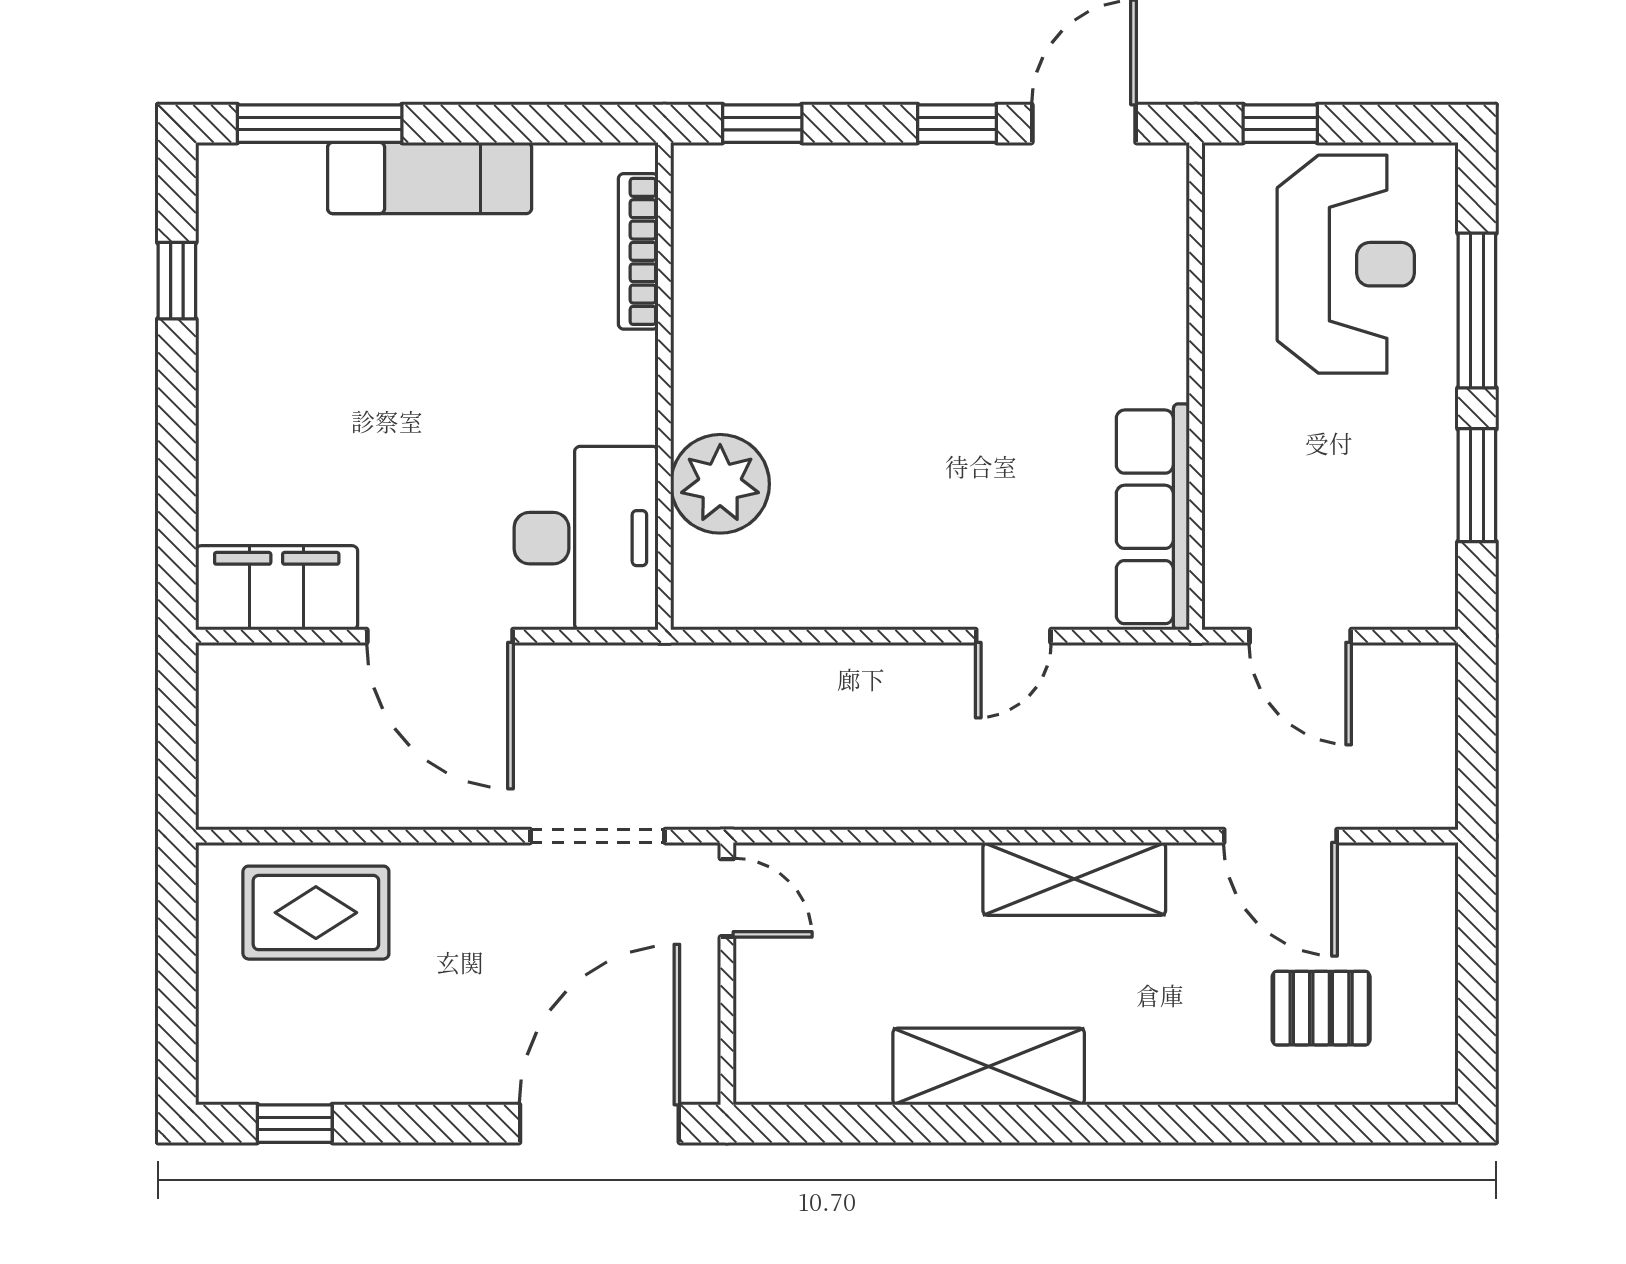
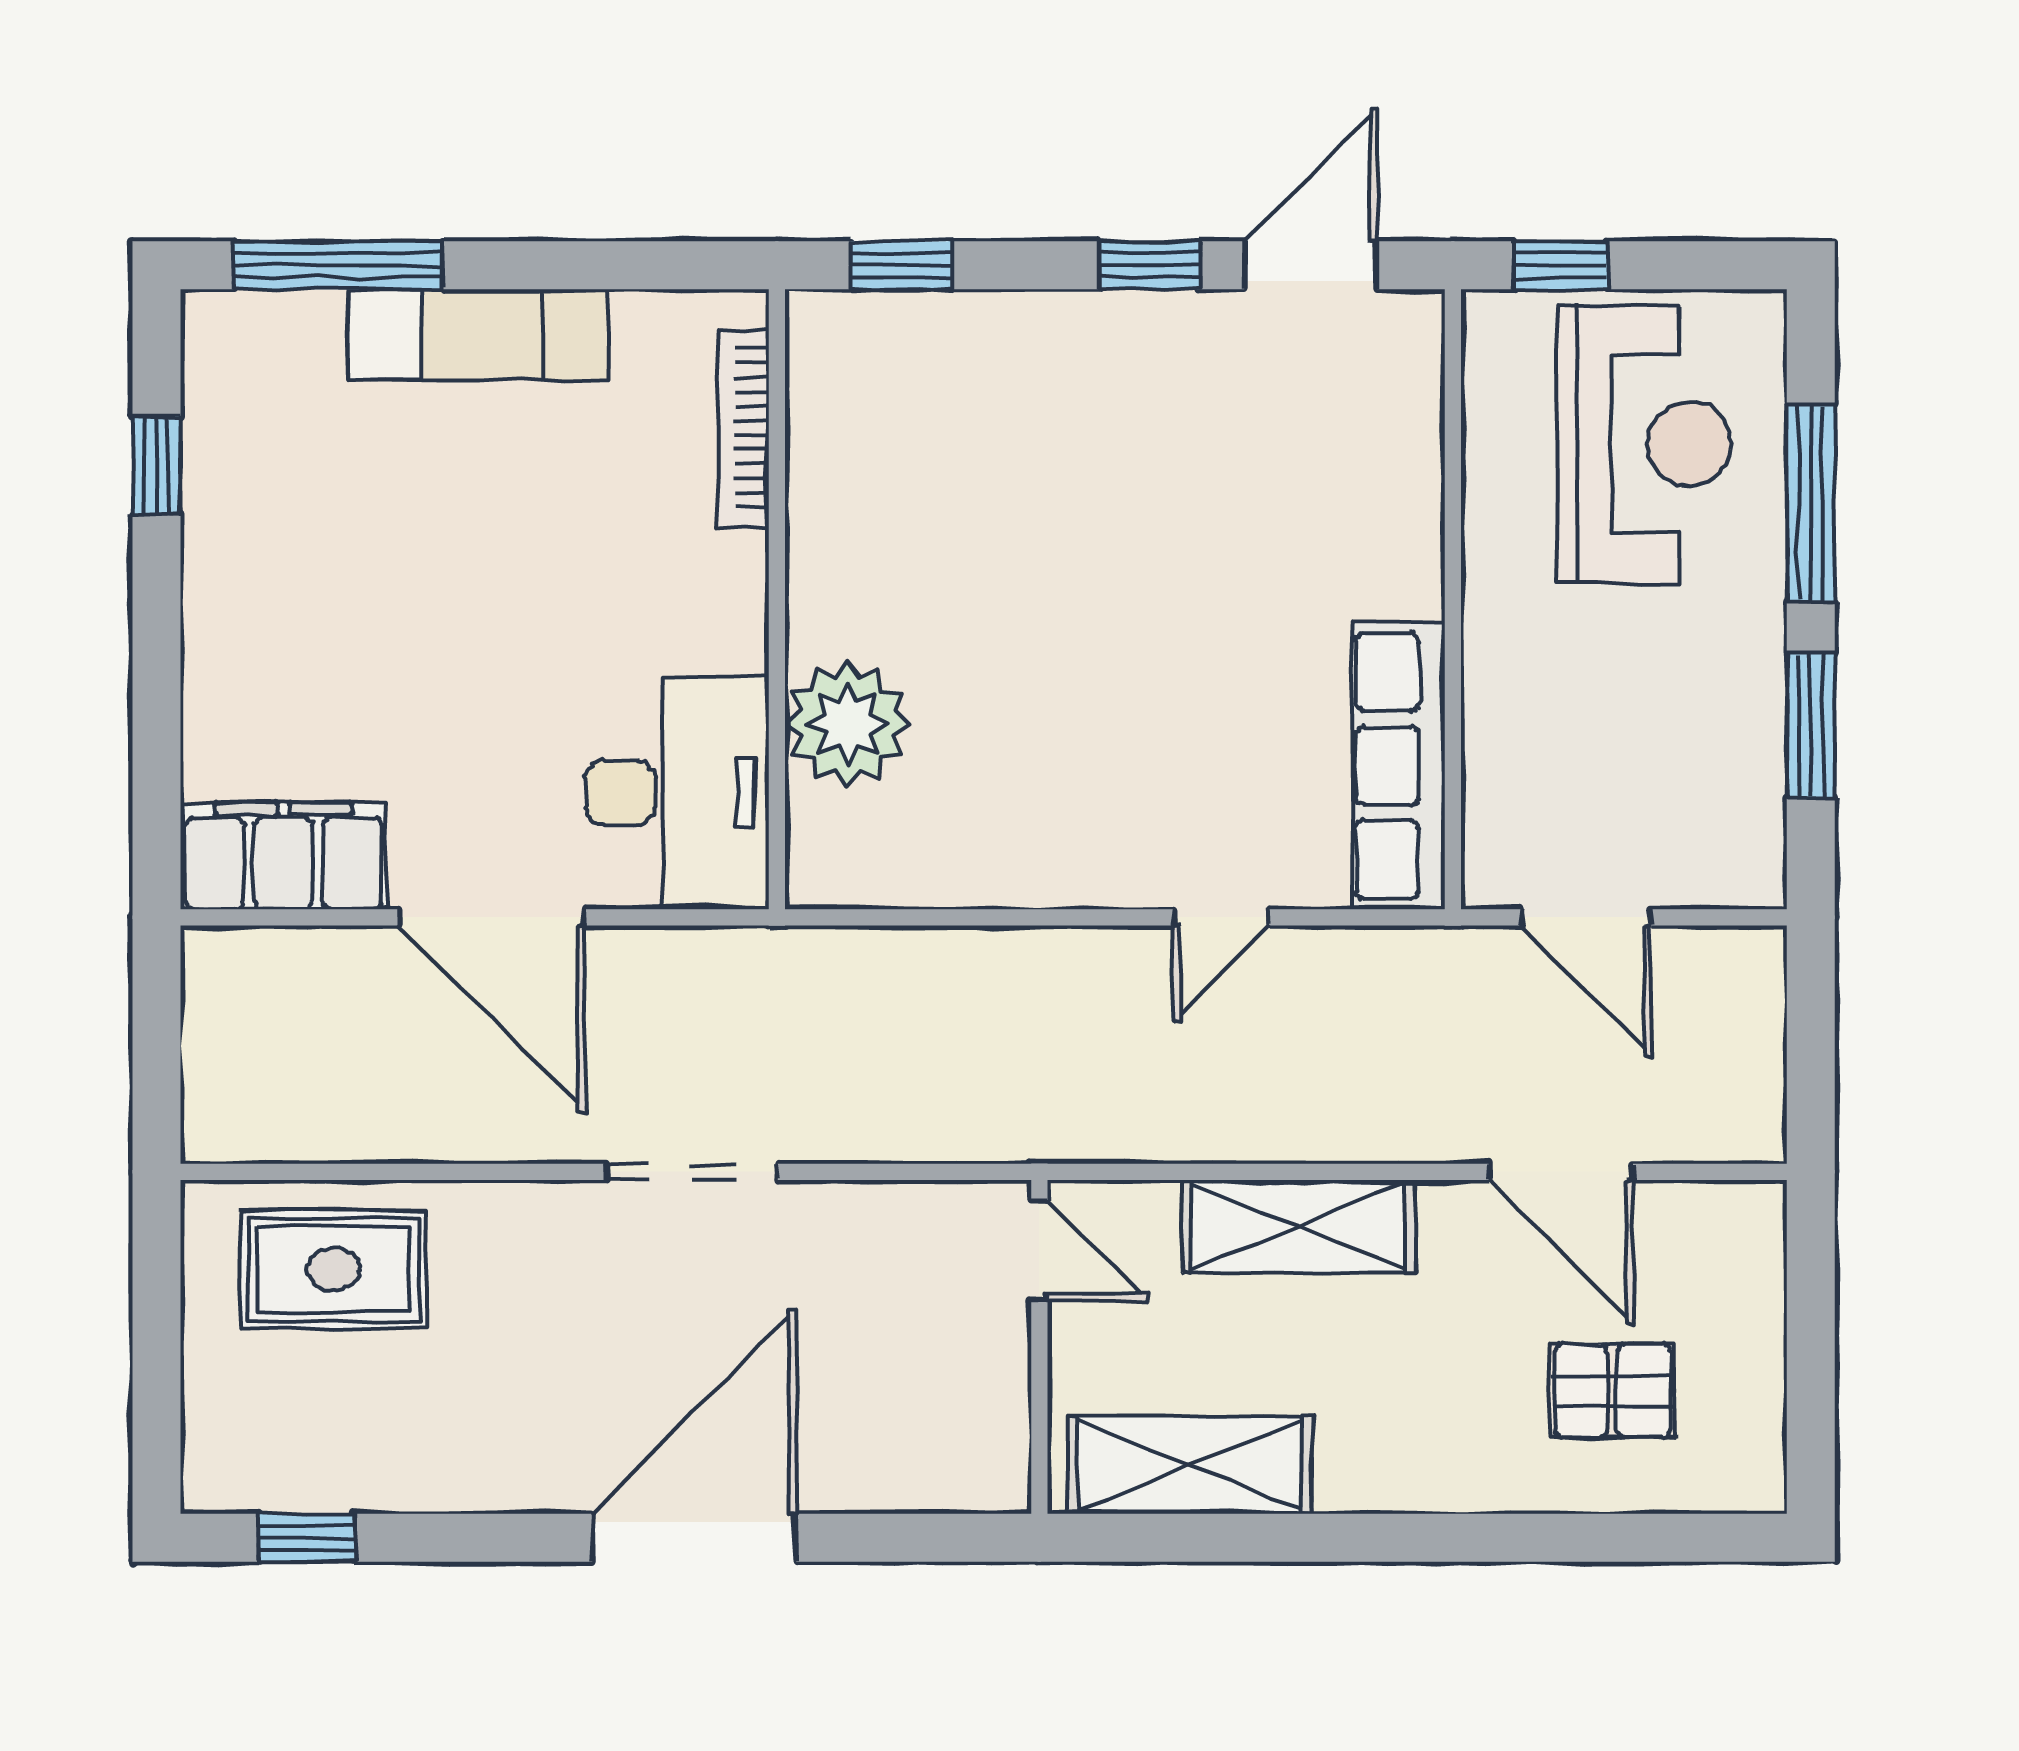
door: (727, 898) -> (1039, 1250), moved
wall: (727, 974) -> (1039, 1347), moved

